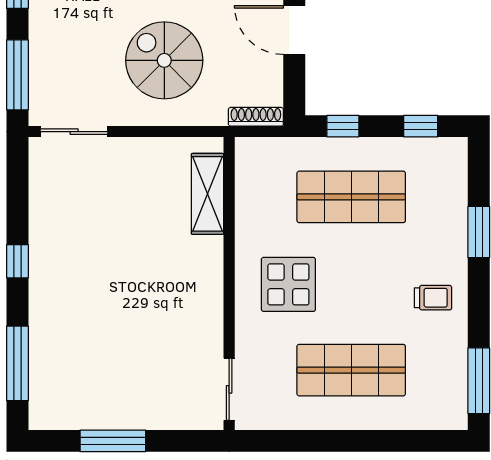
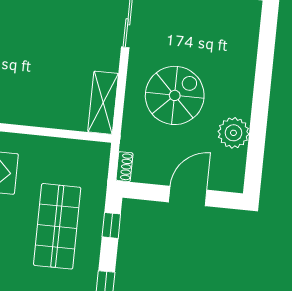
shoe rack: (256, 117) -> (124, 167), width x0.70
shelving: (207, 194) -> (103, 103), moved, turned 90

